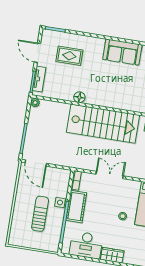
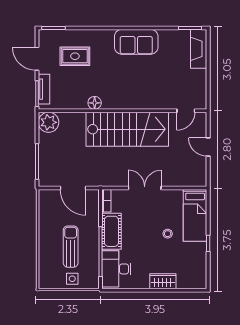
plant: (35, 103) -> (49, 122), width x1.88, depth x1.88
door: (36, 163) -> (73, 188), moved
side table: (60, 202) -> (72, 279), moved
desk: (86, 245) -> (116, 269), moved, turned 90

